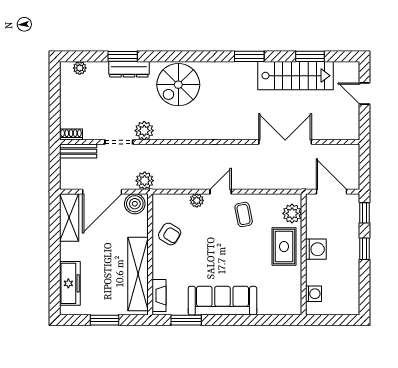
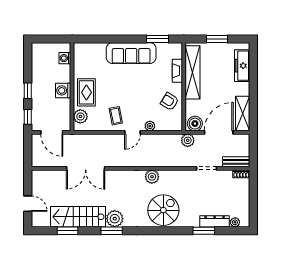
dresser: (129, 69) -> (215, 221), moved
plant: (245, 73) -> (115, 219), added
plant: (144, 131) -> (152, 177), moved
fireplace: (159, 296) -> (177, 71), moved

